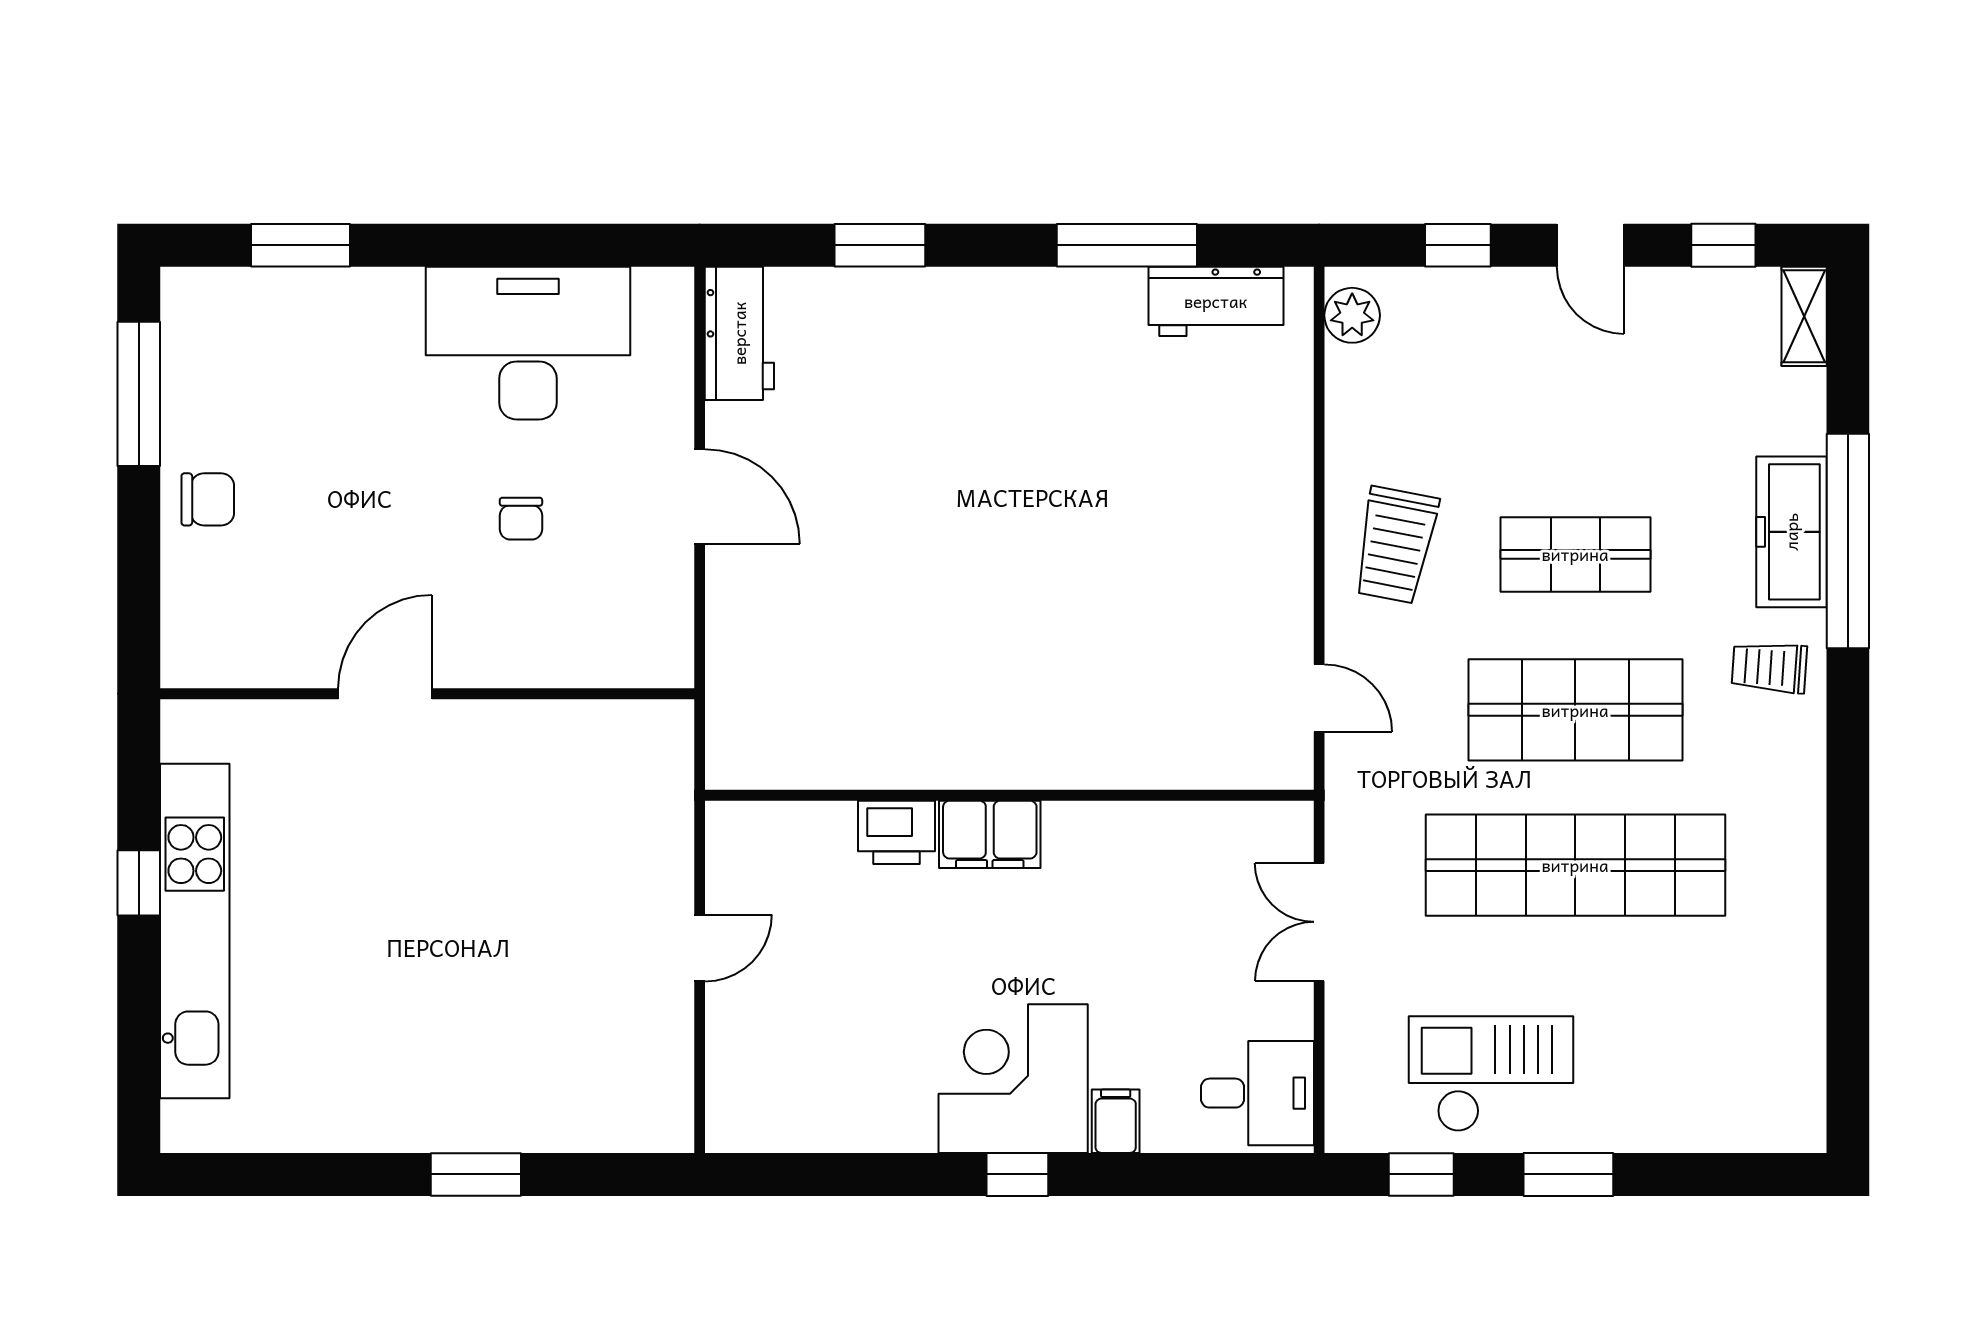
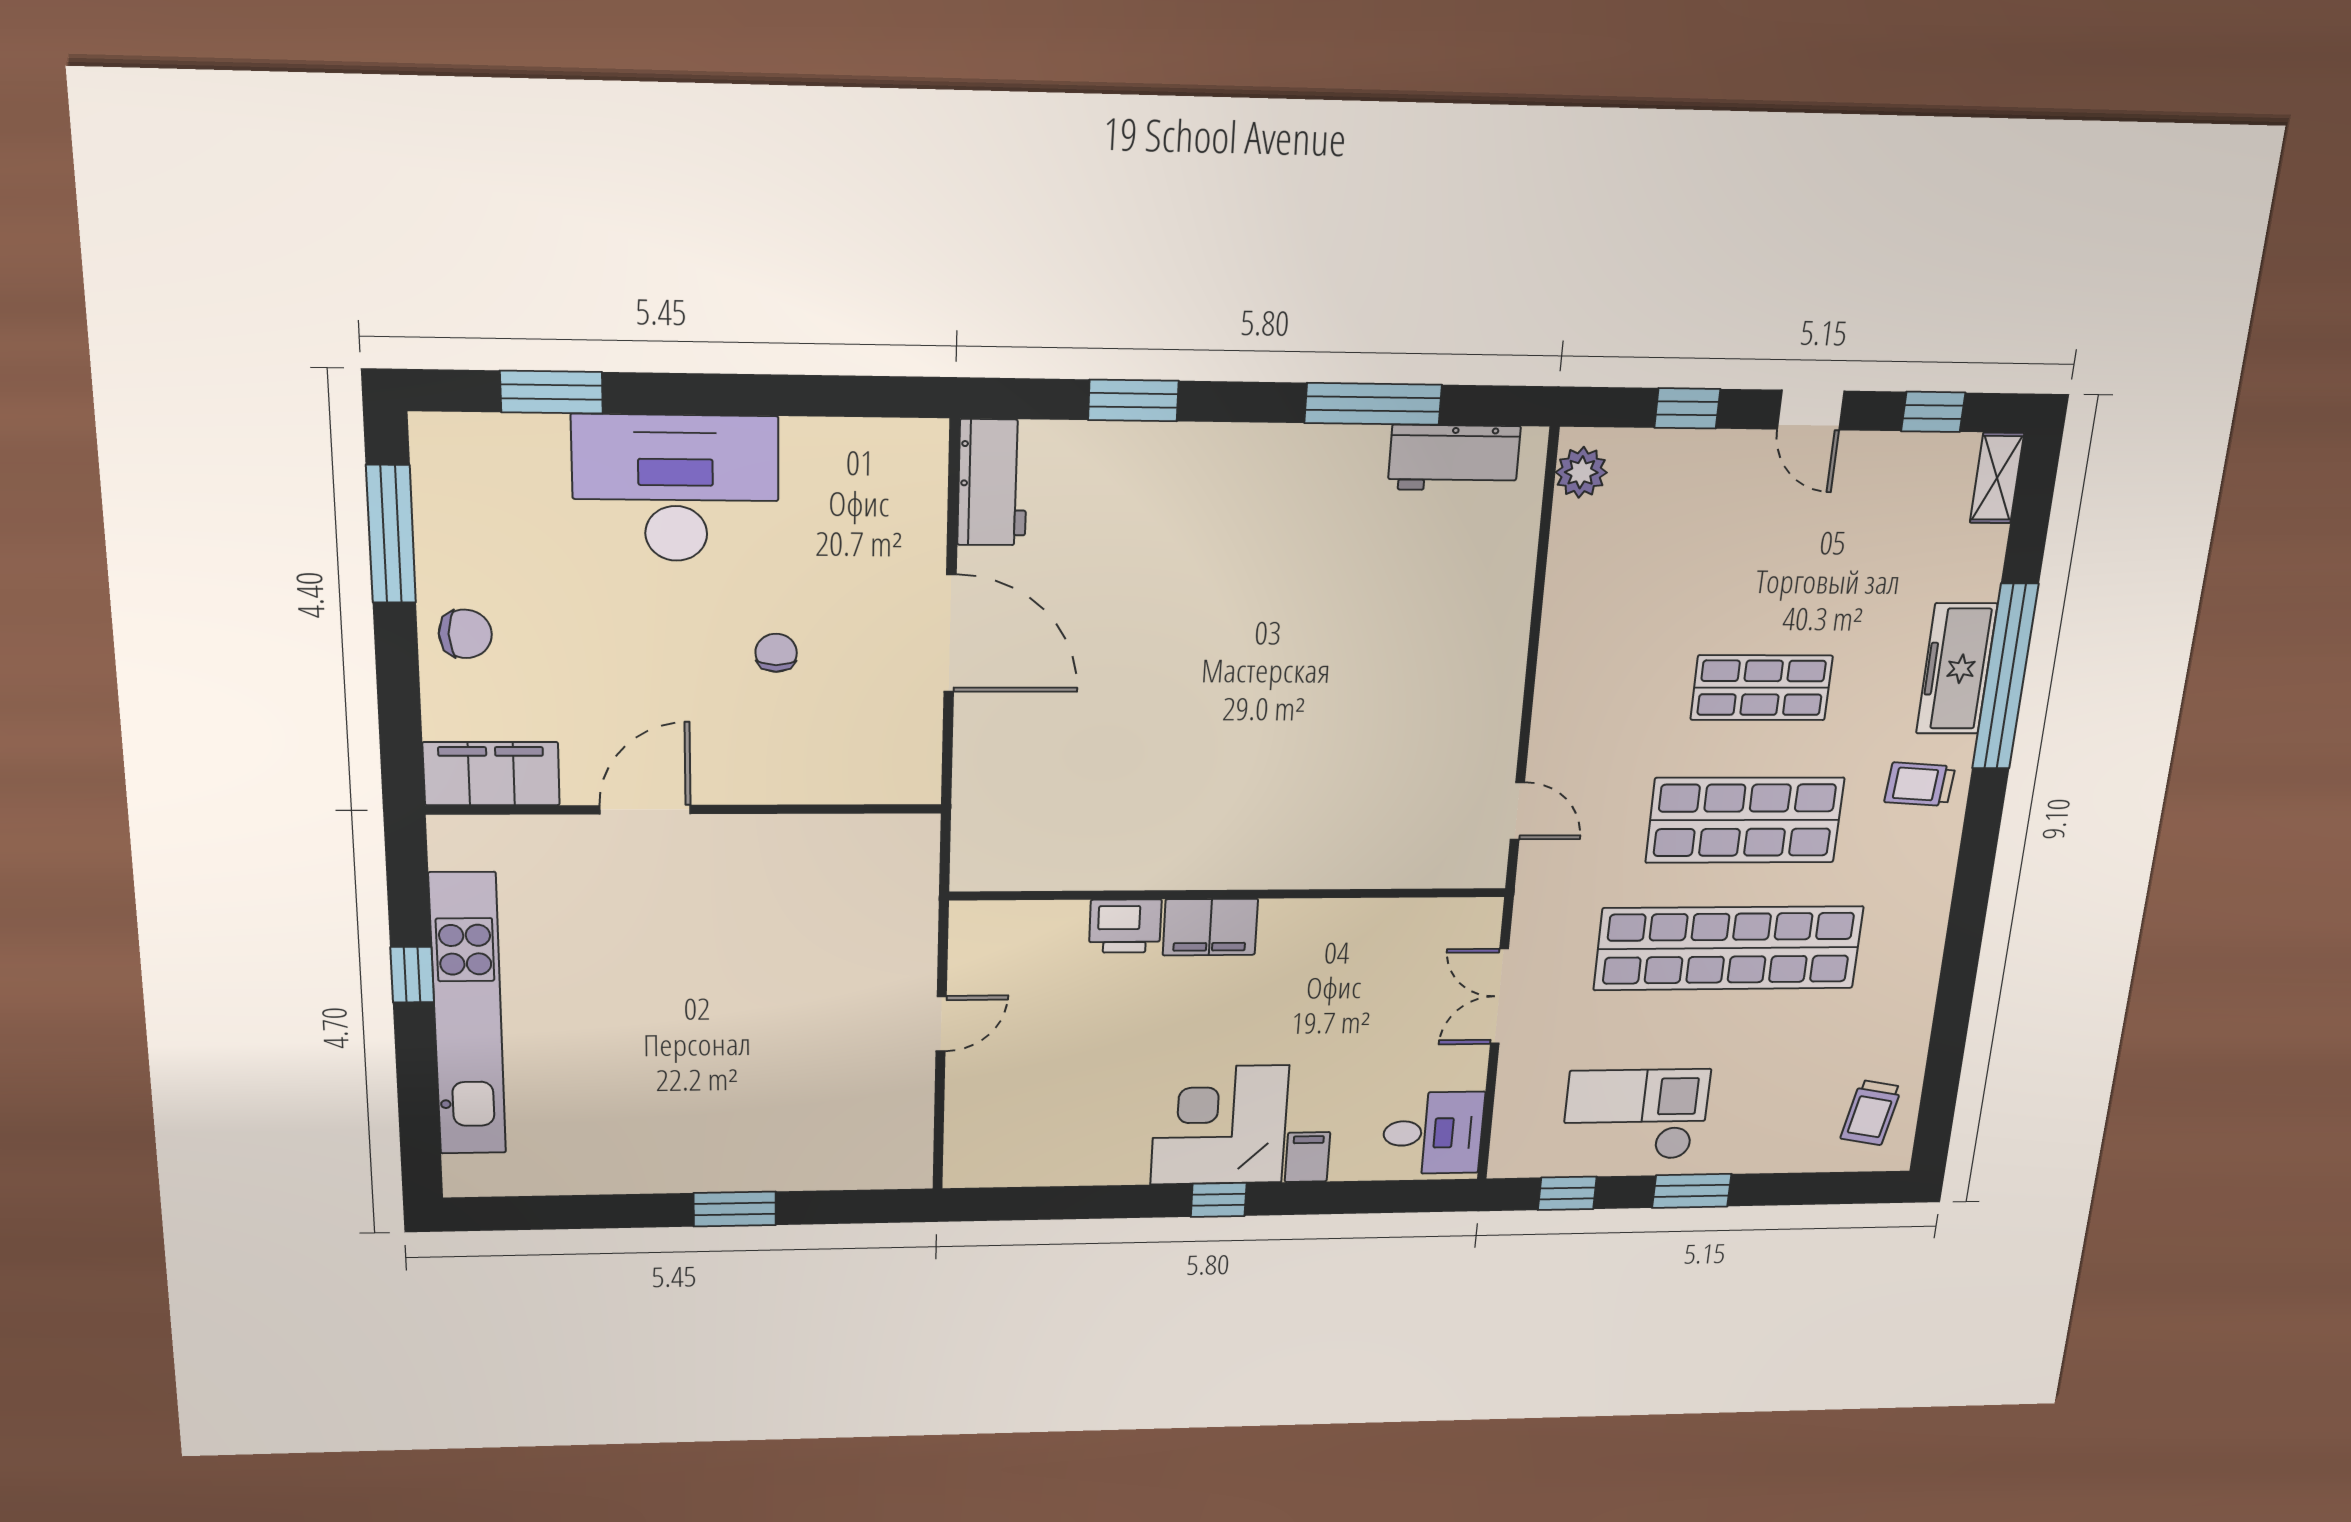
desk: (528, 343) -> (676, 488), moved
door: (700, 496) -> (950, 633), width x1.36
chair: (521, 519) -> (776, 653), turned 180
trolley: (1396, 545) -> (1871, 1113), moved, width x0.73, depth x0.72
filing cabinet: (229, 653) -> (491, 774), added

